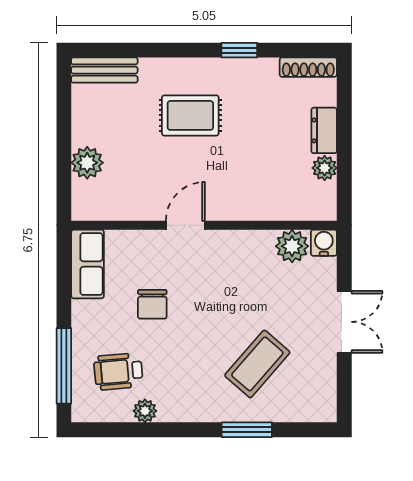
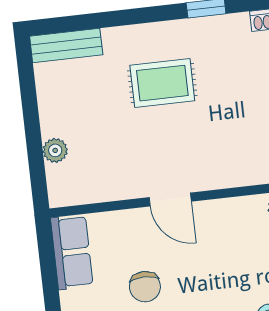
plant: (87, 163) -> (55, 150), width x0.73, depth x0.73
door: (185, 225) -> (170, 199), swing flipped

